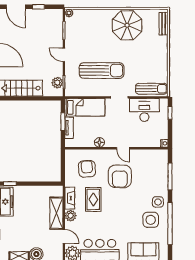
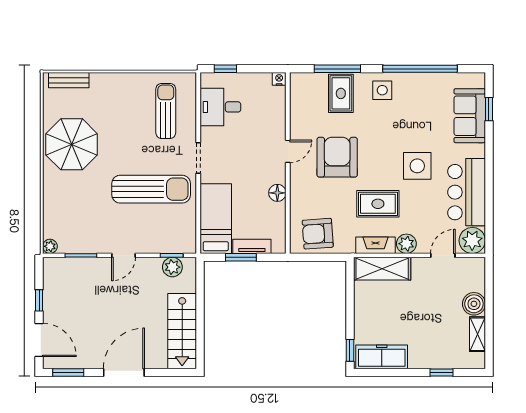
door: (16, 7) -> (39, 340), hinge flipped
sun lounger: (102, 71) -> (151, 189), turned 90
sun lounger: (151, 89) -> (166, 111), moved
desk: (144, 110) -> (220, 107), width x0.73
armchair: (87, 169) -> (318, 234), moved
armchair: (120, 176) -> (337, 157), turned -90
rug: (156, 178) -> (341, 93), added
shelving: (56, 213) -> (382, 269), moved
side table: (151, 220) -> (417, 166), moved

